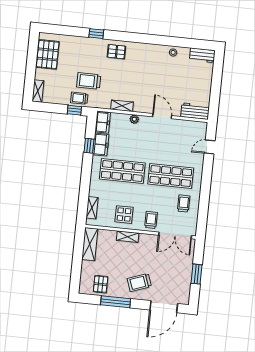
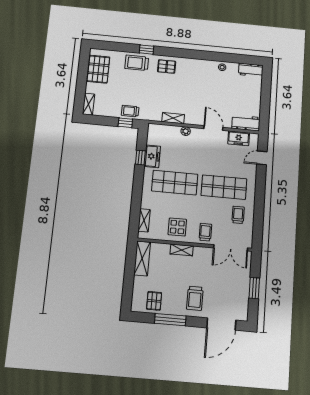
trolley: (89, 81) -> (137, 63), moved
freezer: (103, 122) -> (239, 138), moved, turned 90
trolley: (139, 282) -> (195, 298), turned -70

